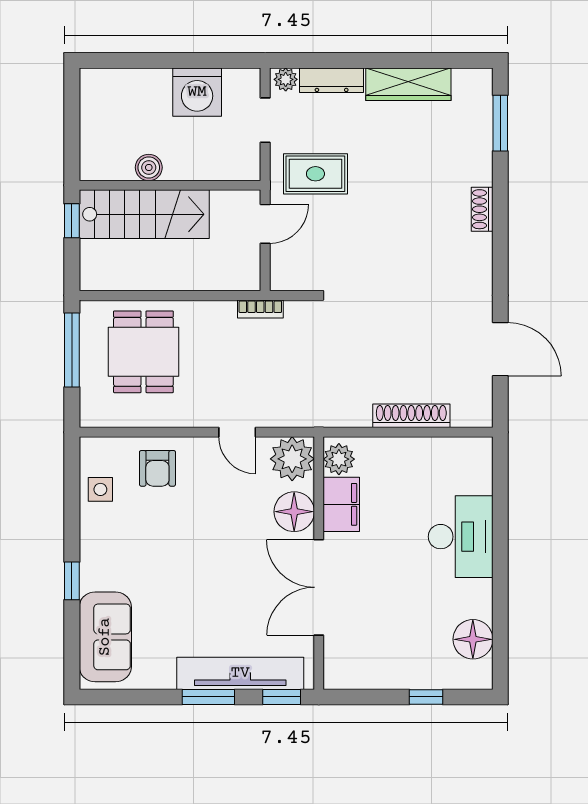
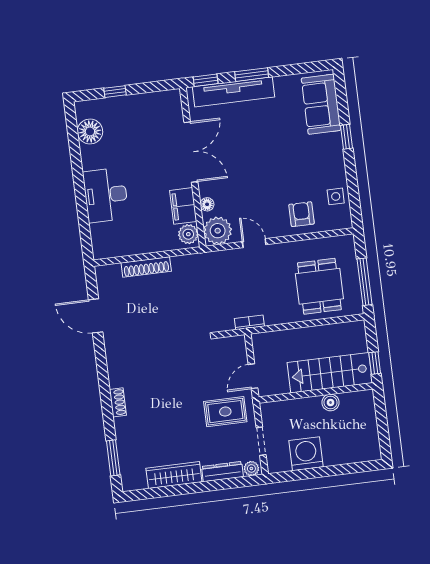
floor lamp: (294, 512) -> (207, 204), width x0.53, depth x0.53

